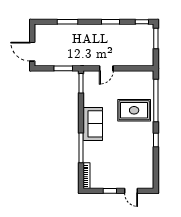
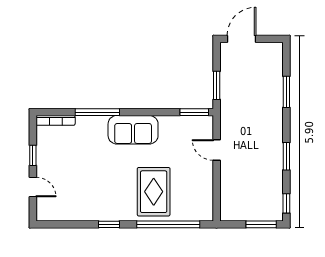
door: (131, 191) -> (33, 187), swing flipped

